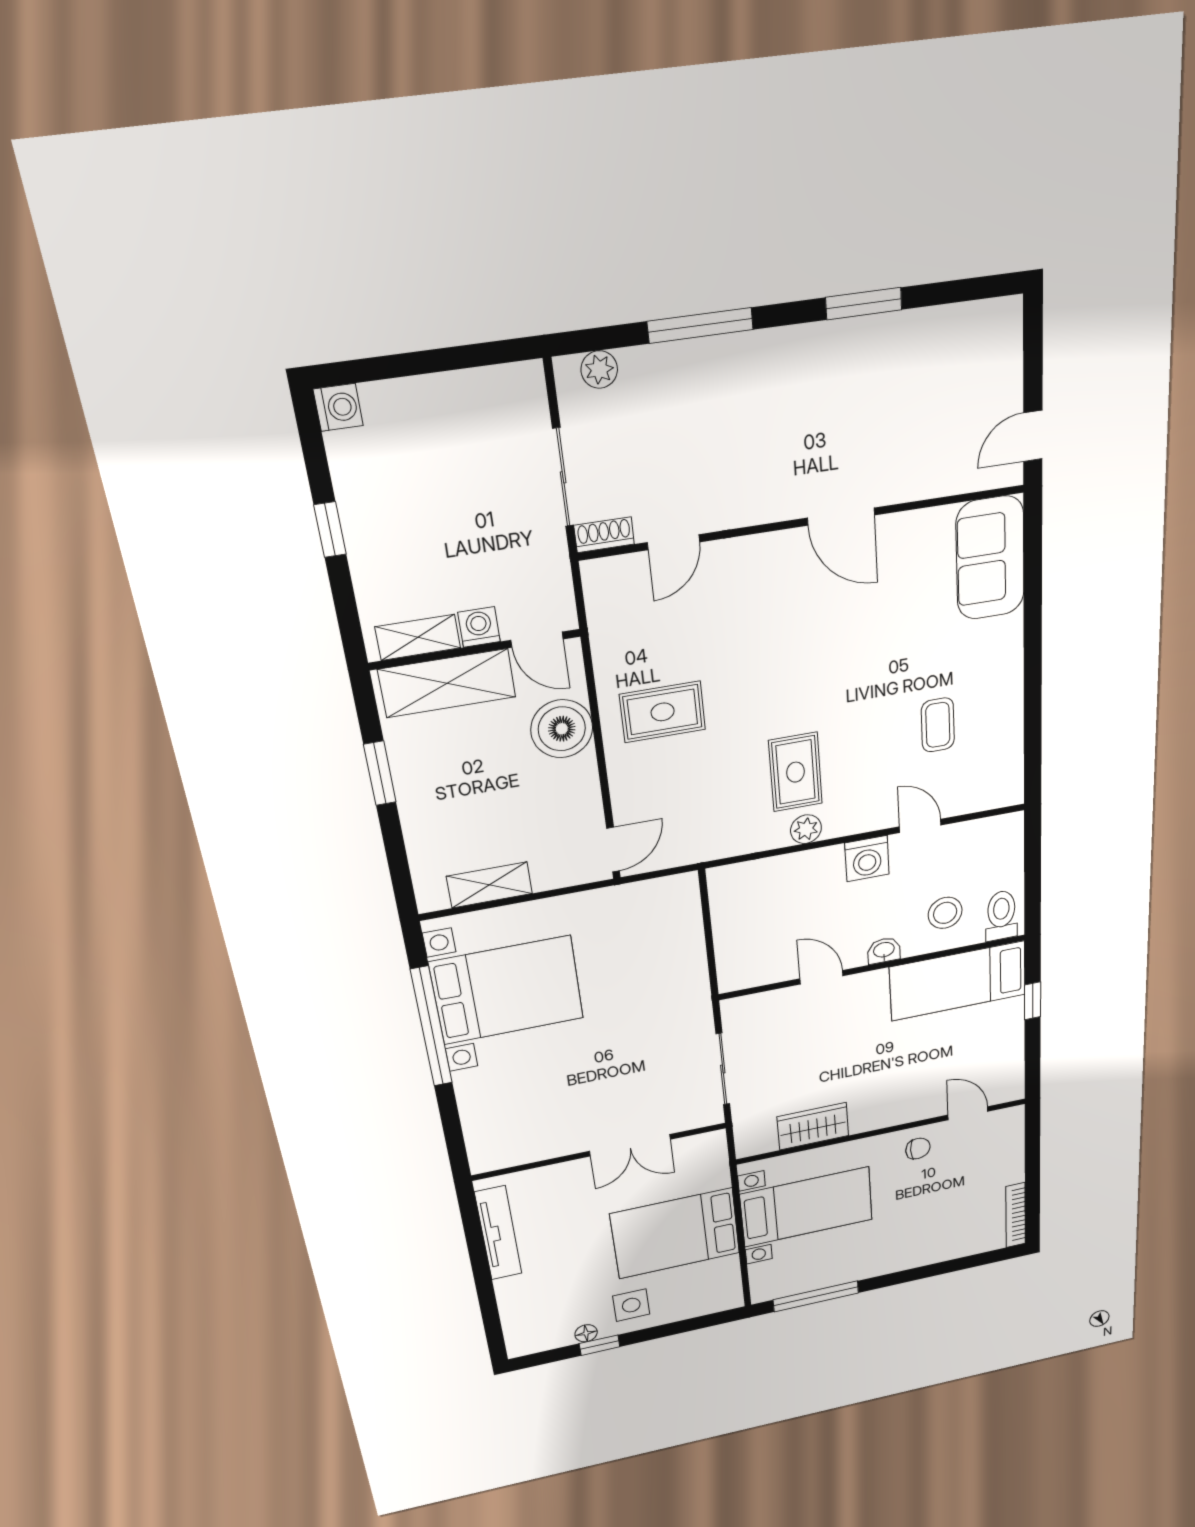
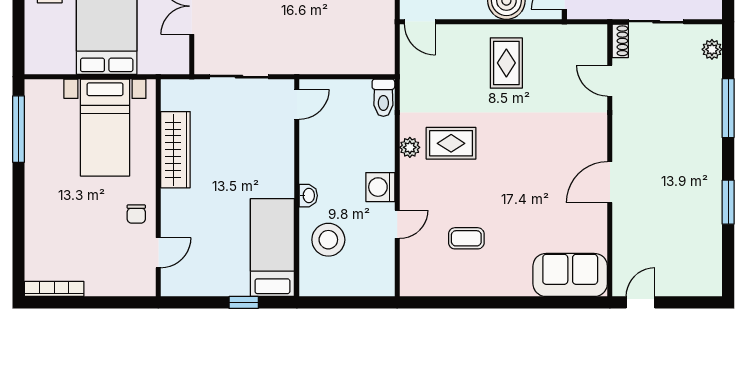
door: (1033, 436) -> (640, 302), hinge flipped
stool: (945, 913) -> (328, 240), width x1.38, depth x1.38
toilet: (1001, 915) -> (383, 98), moved, turned 90
door: (821, 977) -> (297, 104), moved
wardrobe: (813, 1126) -> (175, 150), width x1.50

